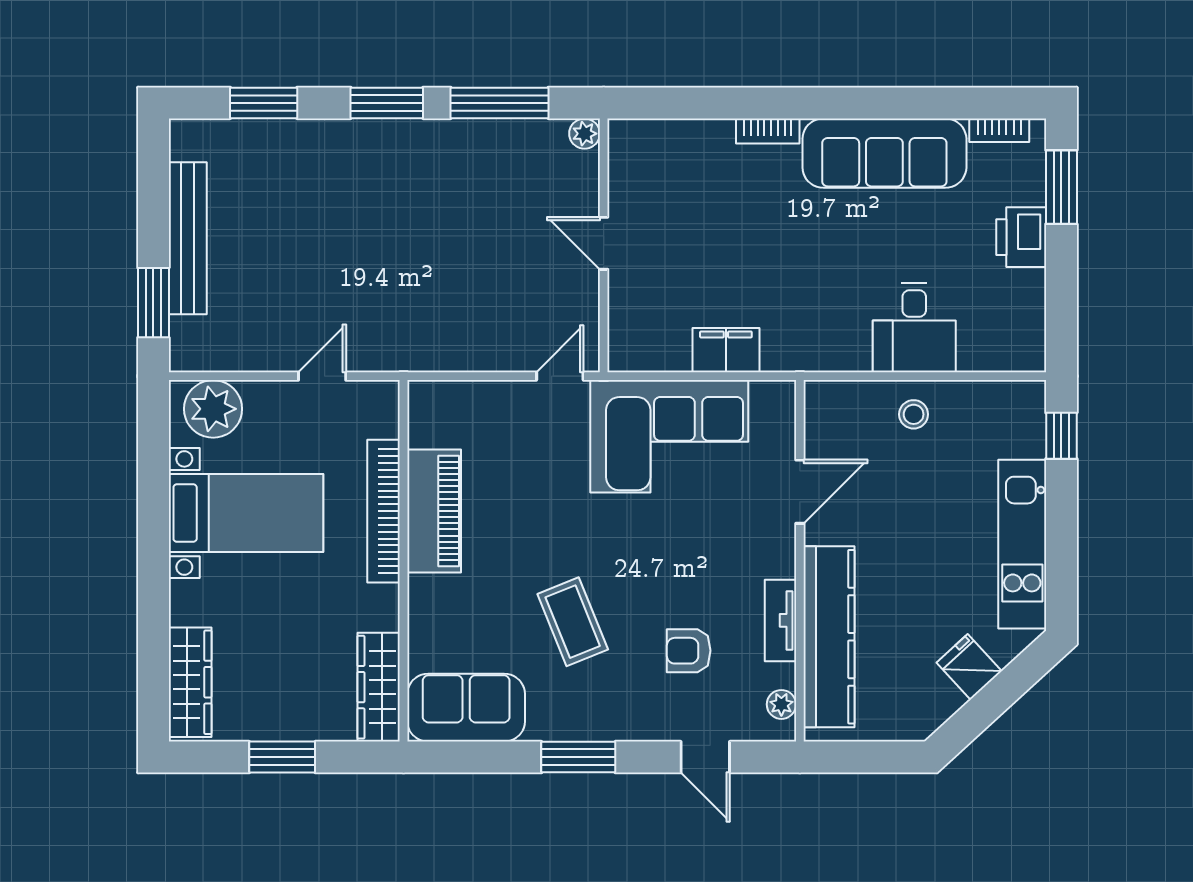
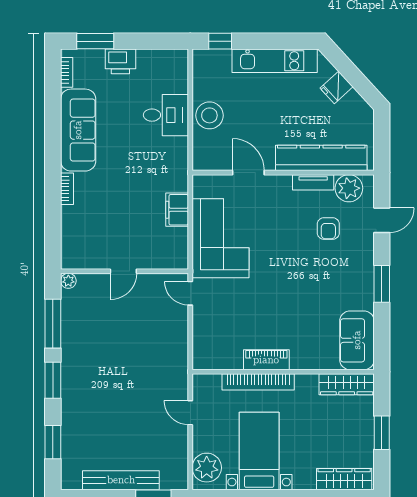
stool: (914, 414) -> (209, 115), width x1.89, depth x1.89
piano: (434, 511) -> (266, 360), width x0.73, depth x0.75
coffee table: (573, 622) -> (314, 287), removed
plant: (781, 704) -> (349, 188), width x1.87, depth x1.87

